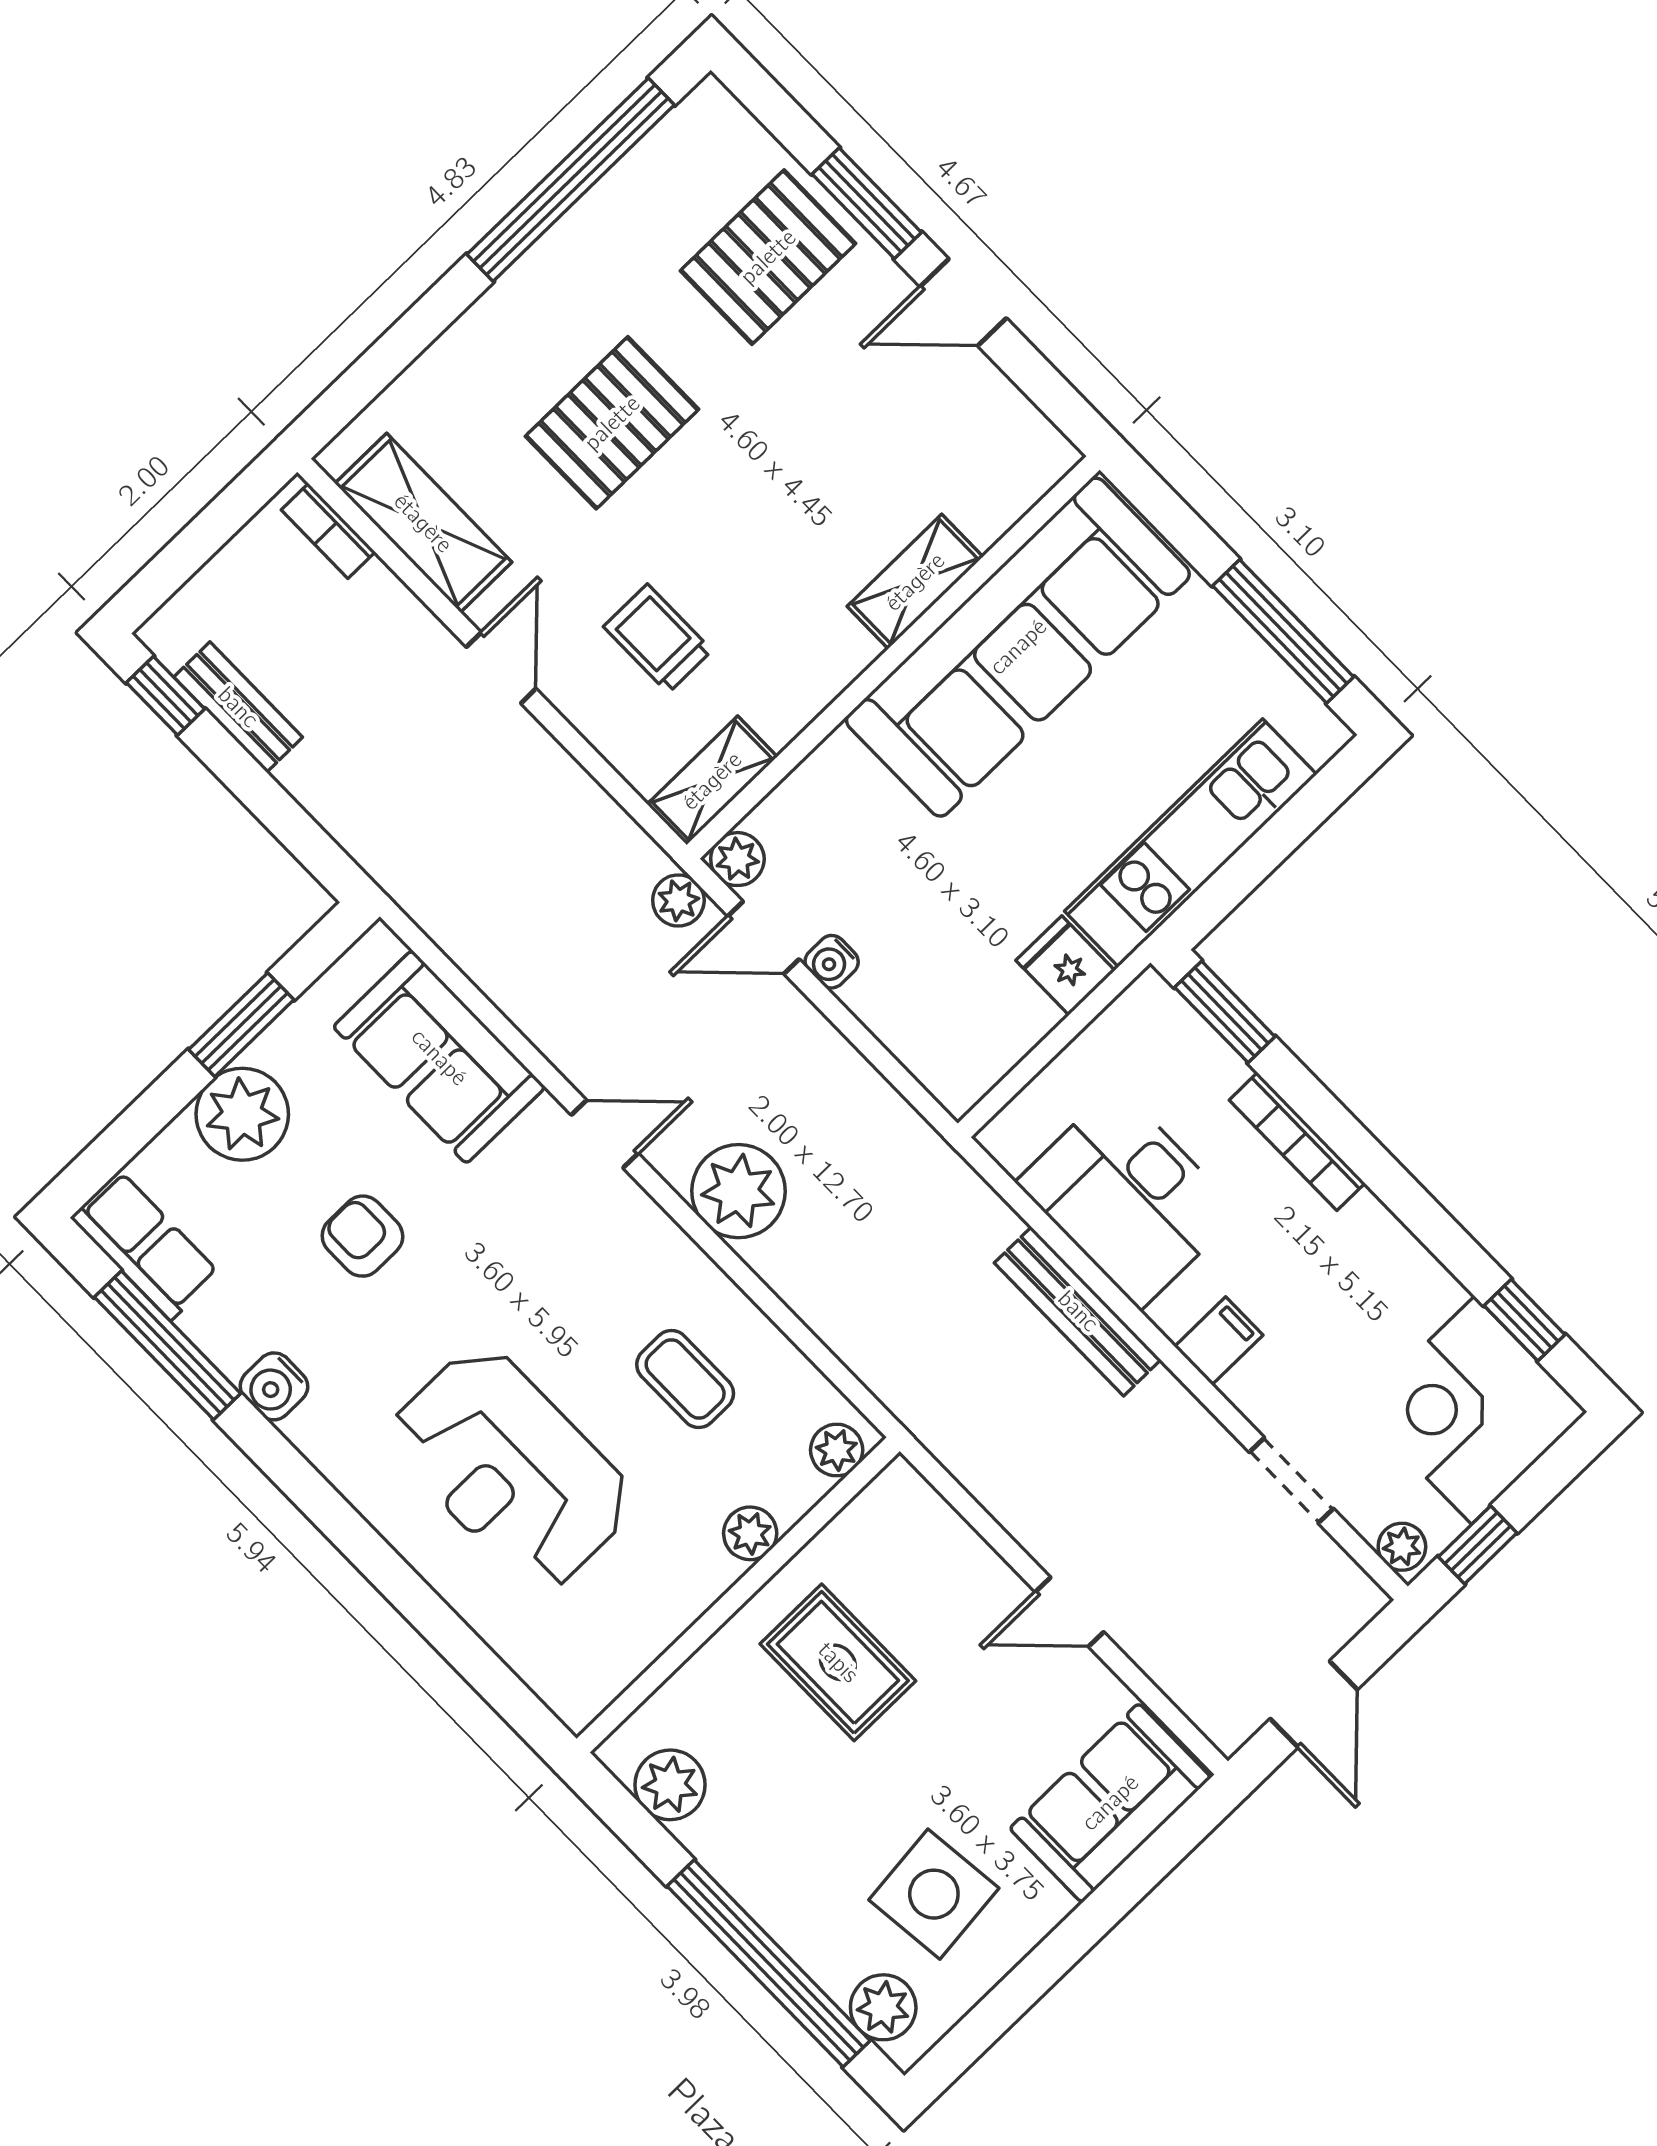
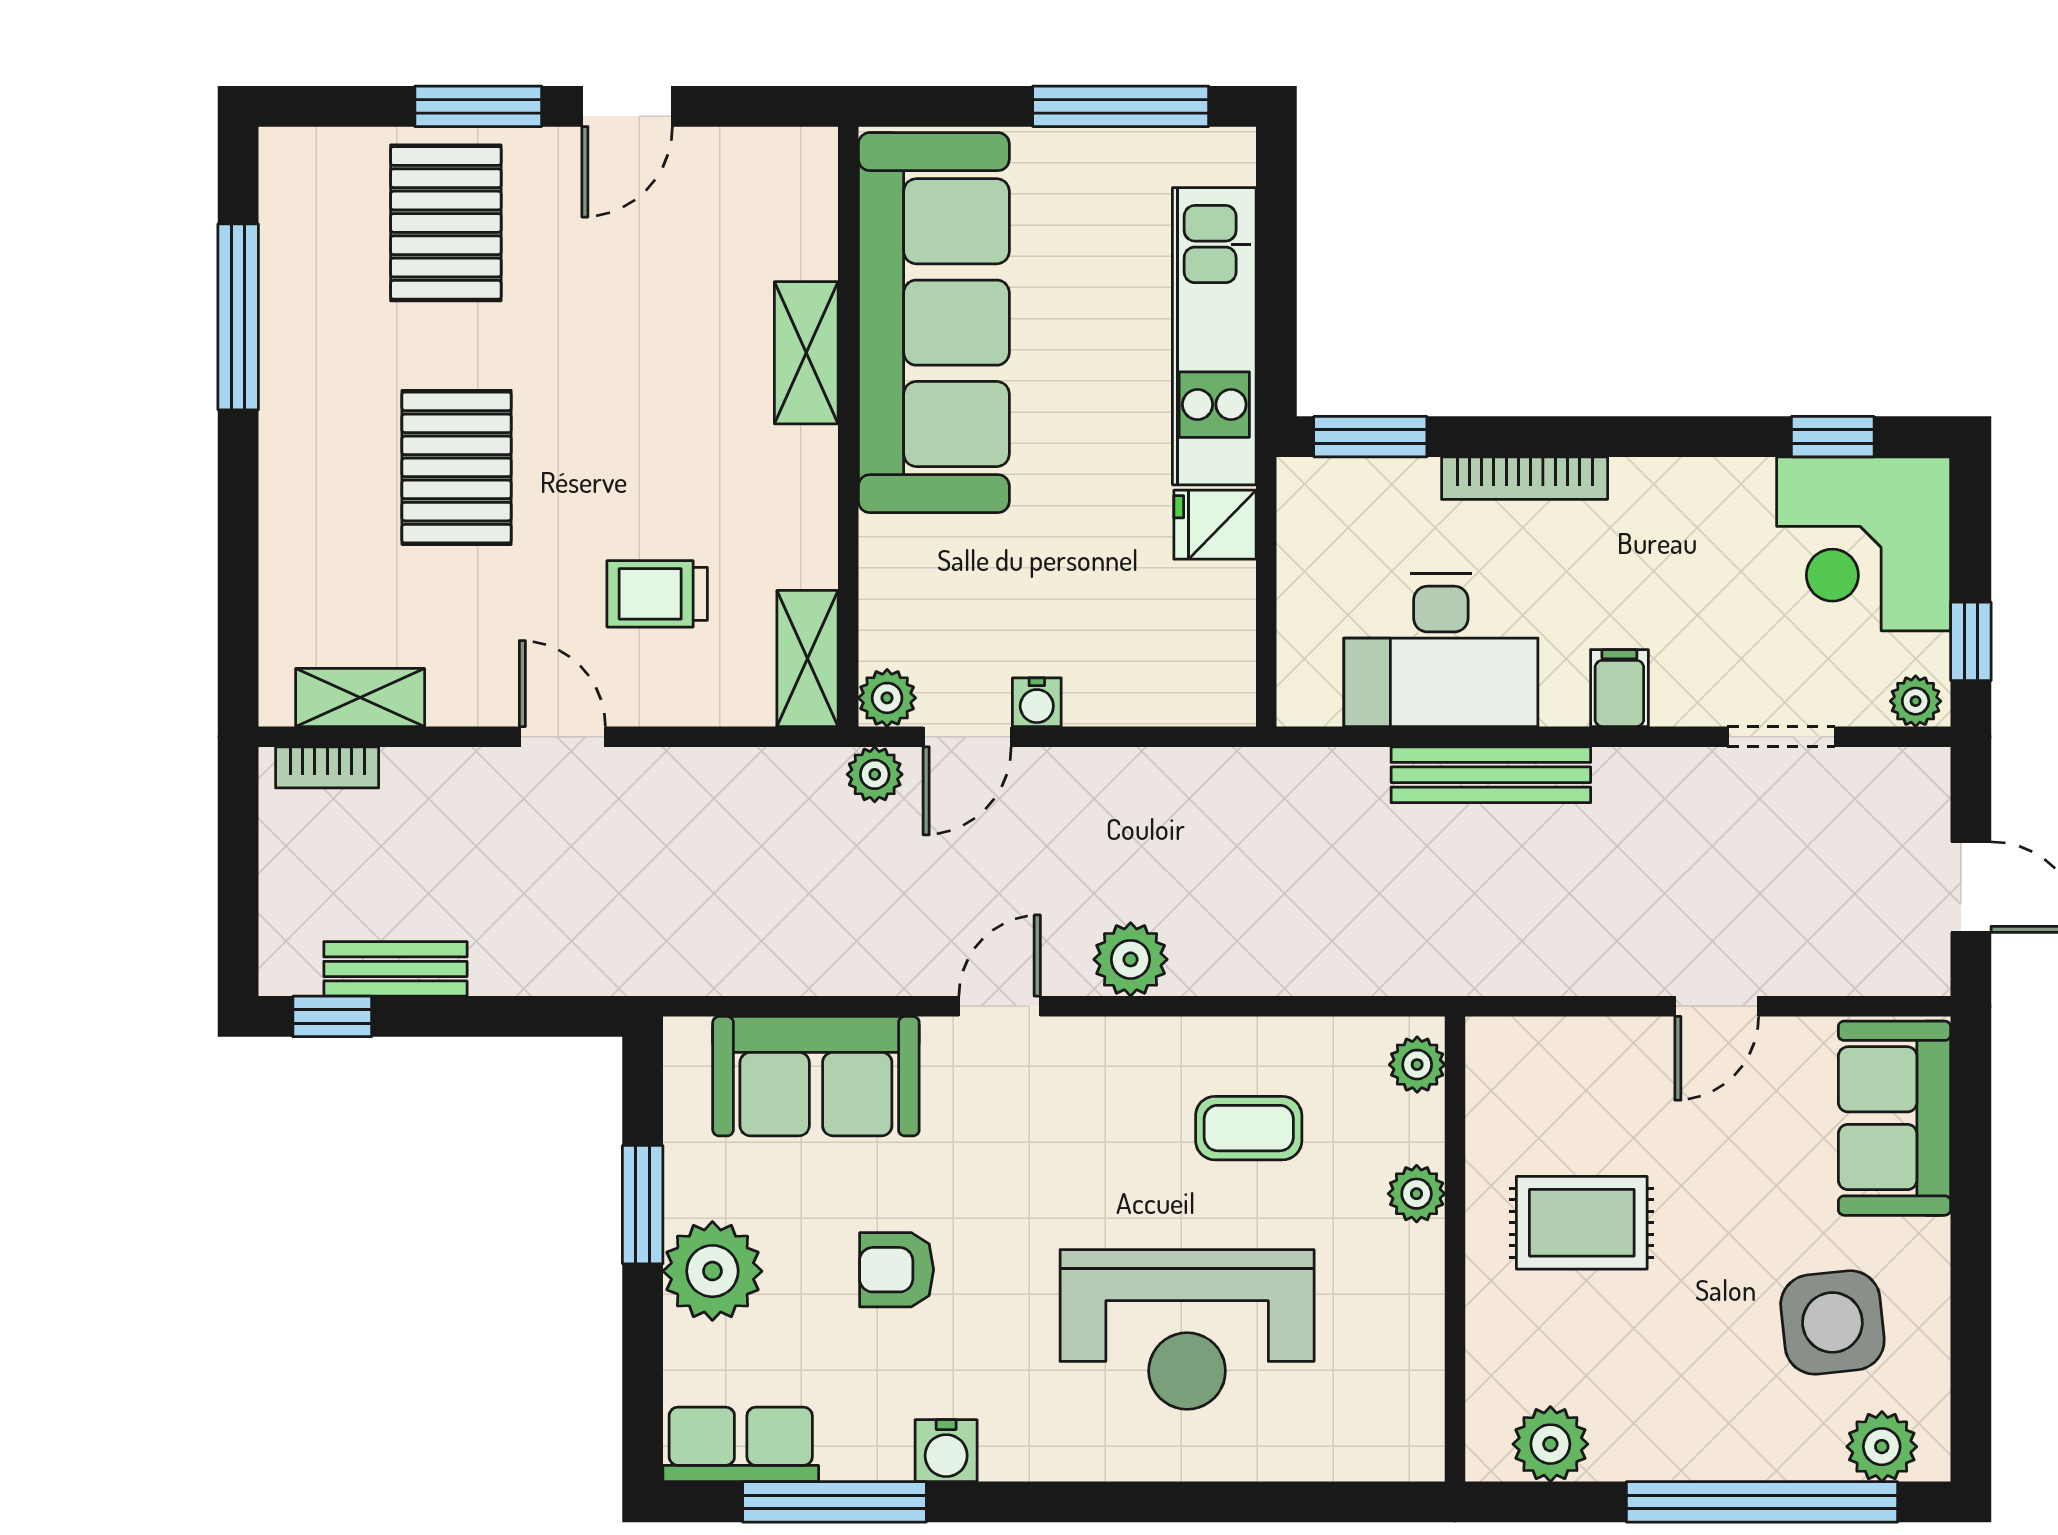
window: (571, 180) -> (238, 317), width x0.68
shelving: (423, 523) -> (360, 698), width x0.67, depth x0.75
plant: (738, 1191) -> (1131, 959), width x0.73, depth x0.73

